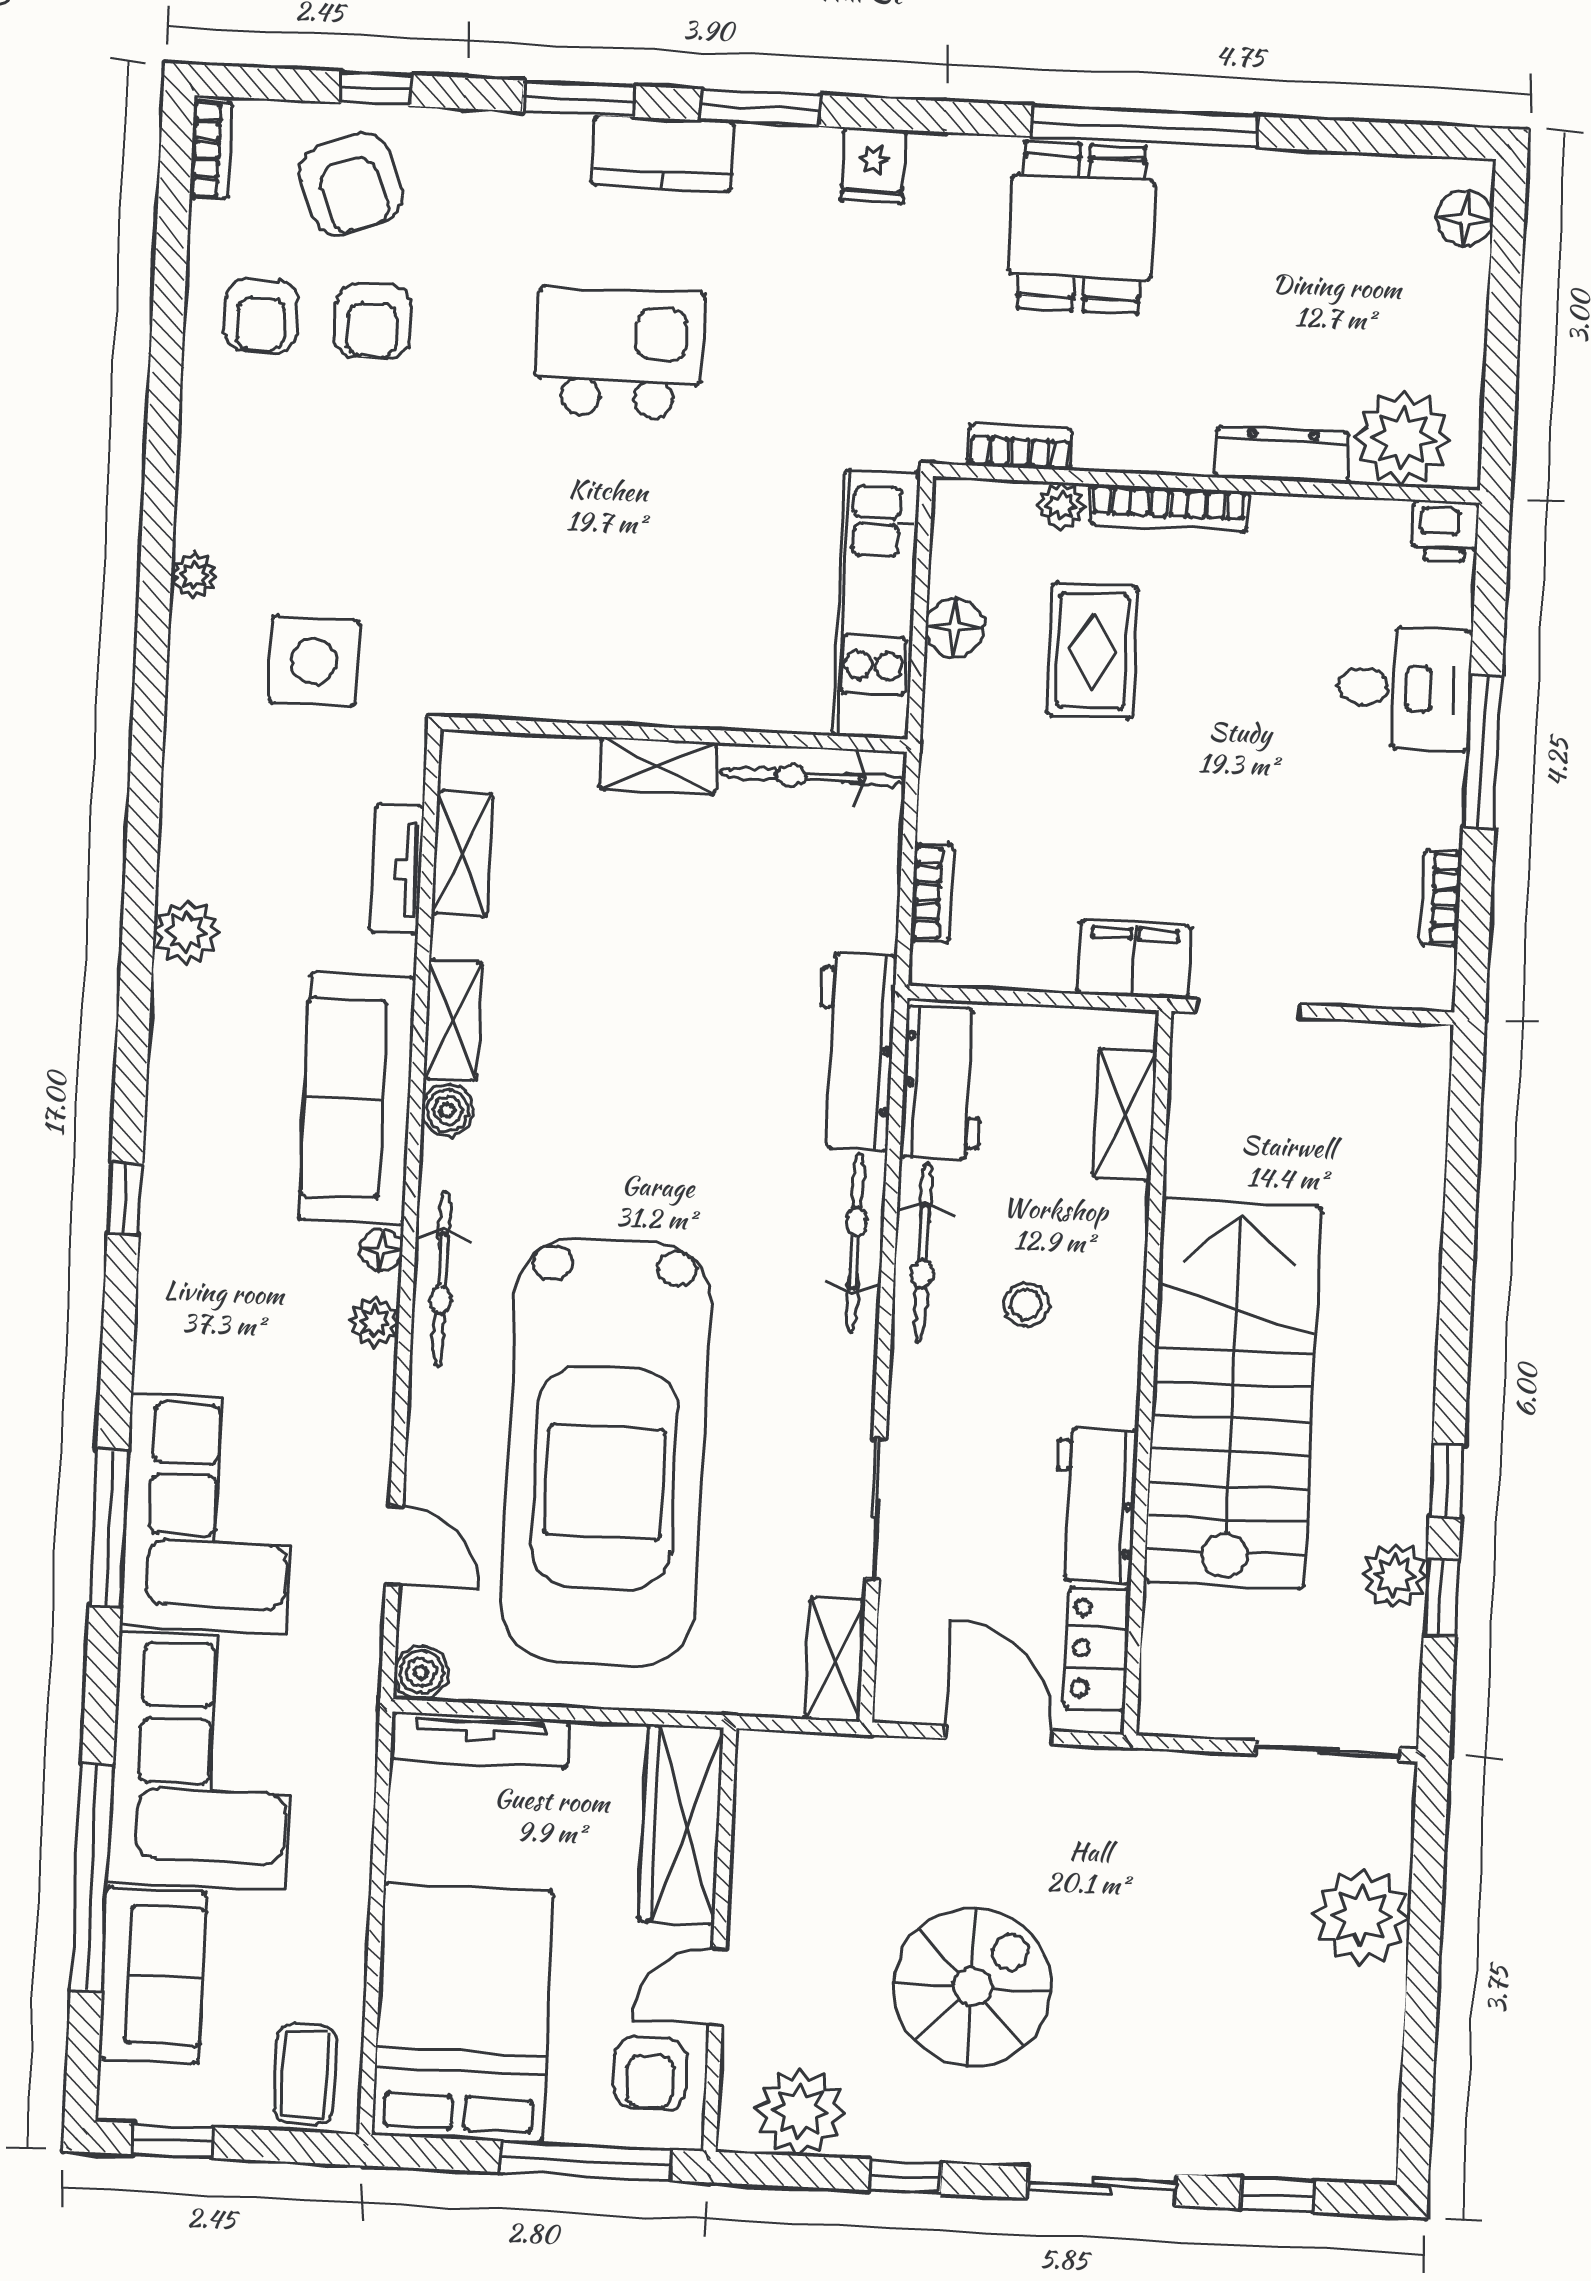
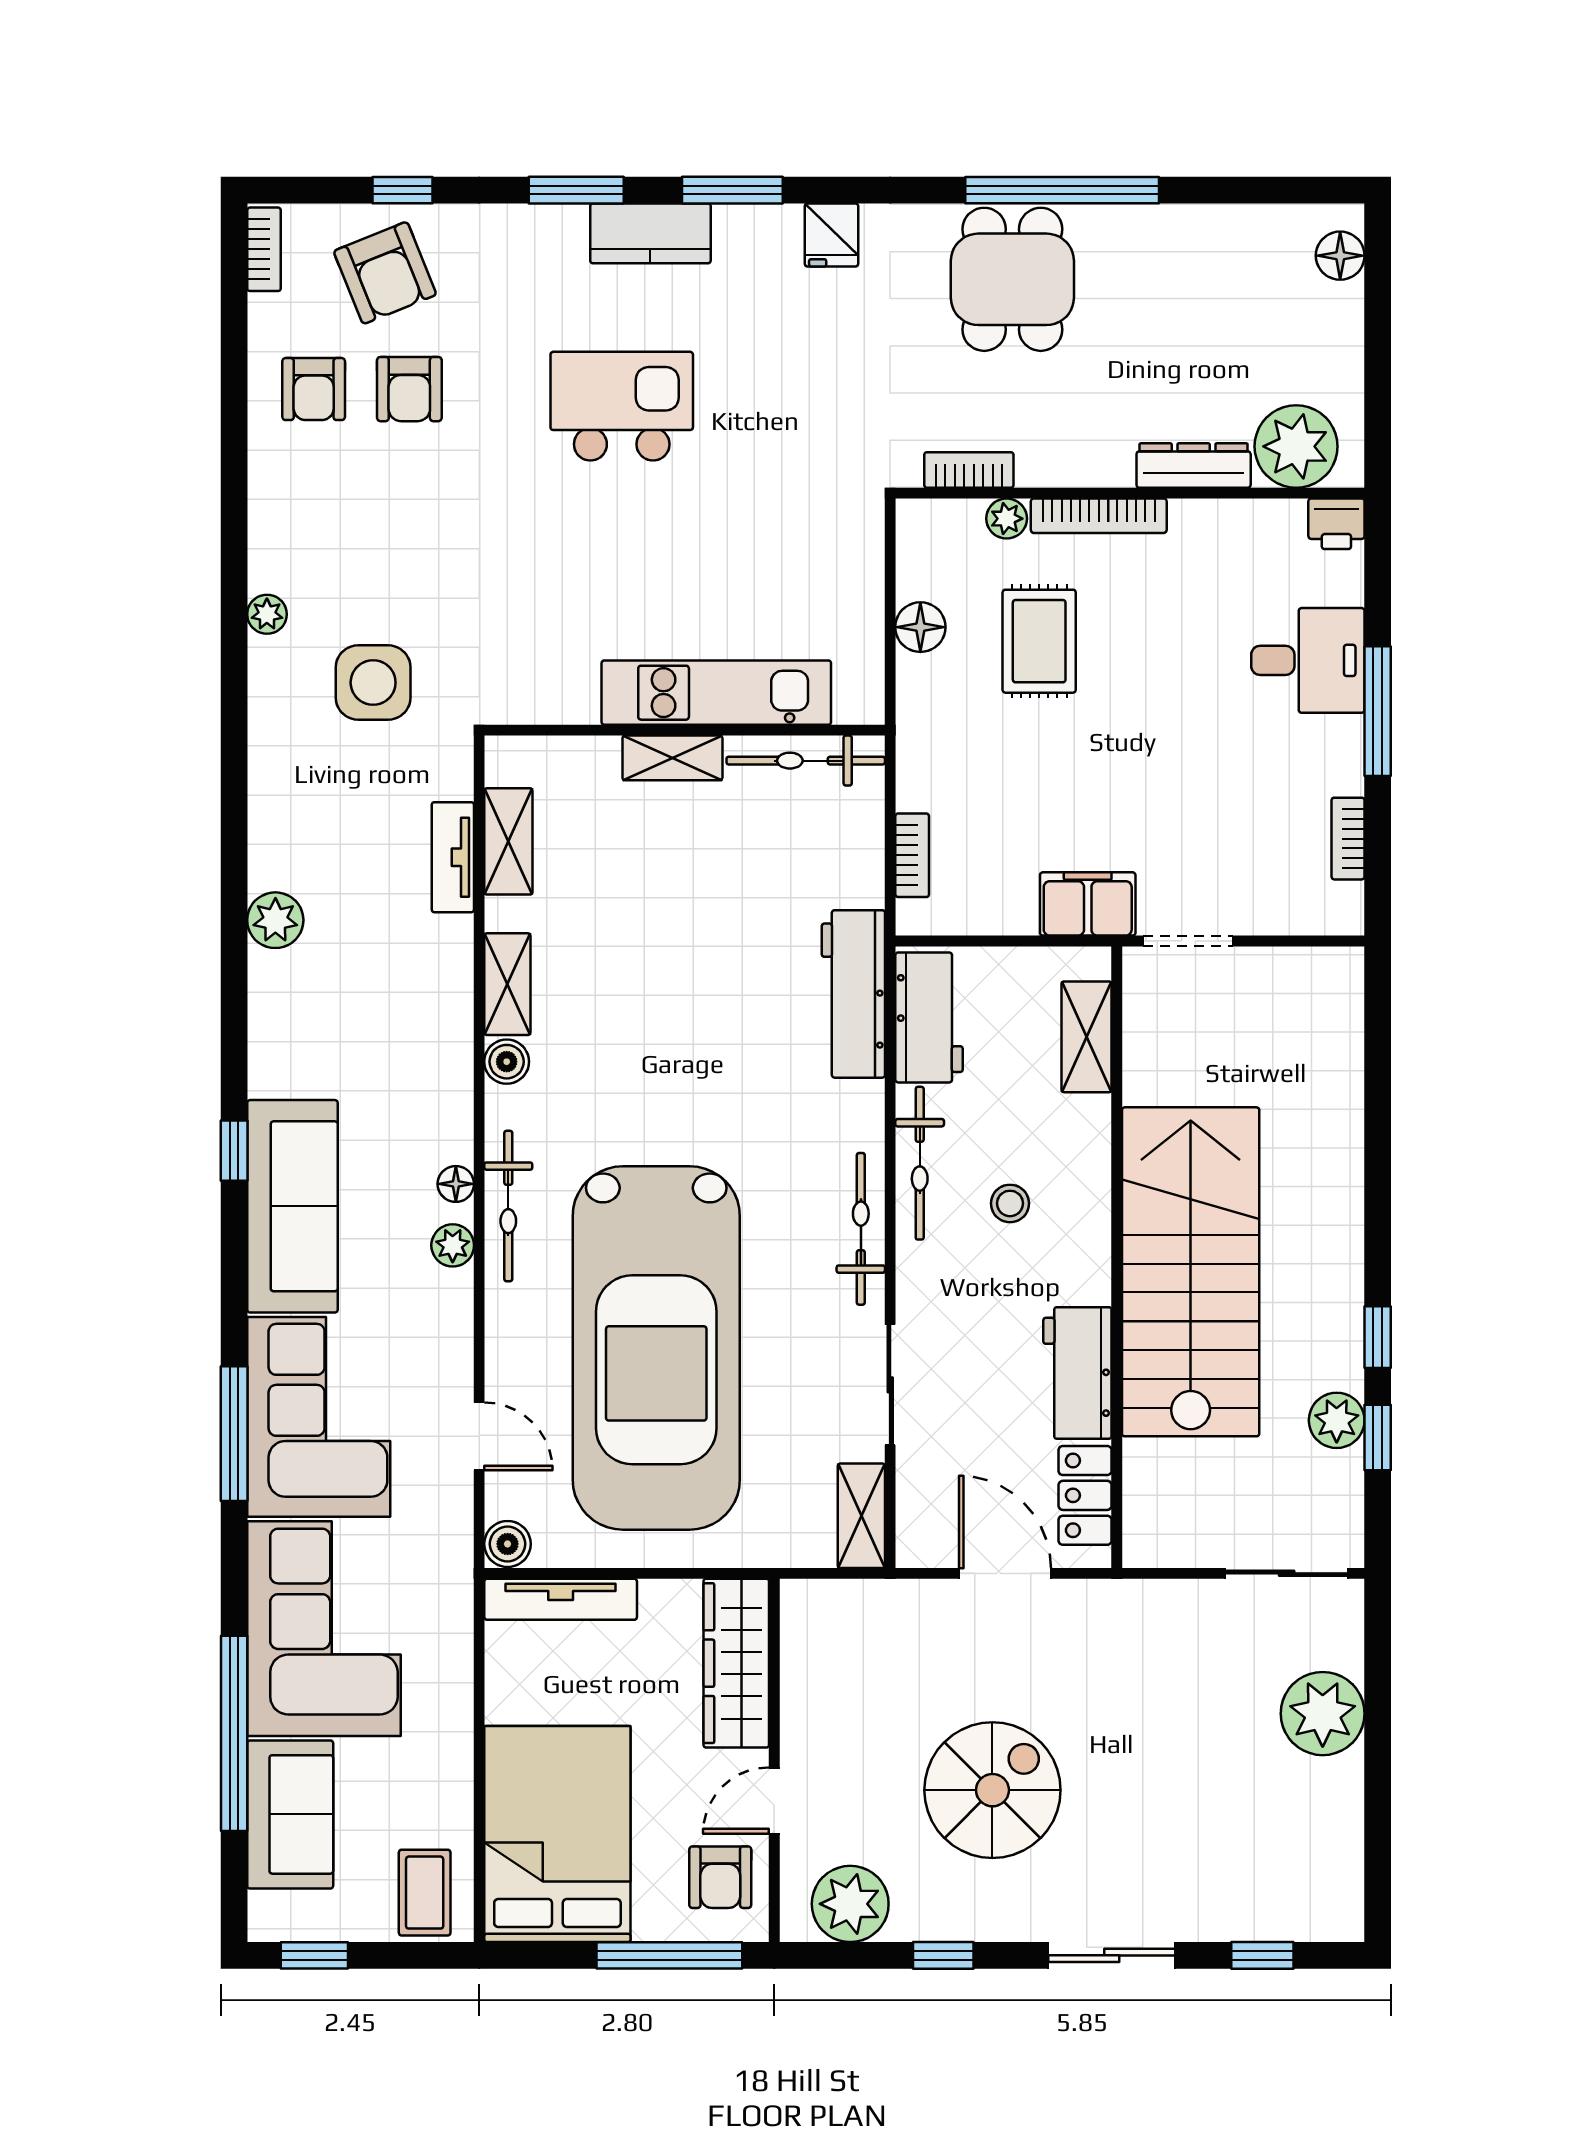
kitchen unit: (877, 604) -> (716, 693), moved, turned 90
sofa: (357, 1099) -> (292, 1206), moved, turned 180
bicycle: (855, 1243) -> (861, 1229), moved

